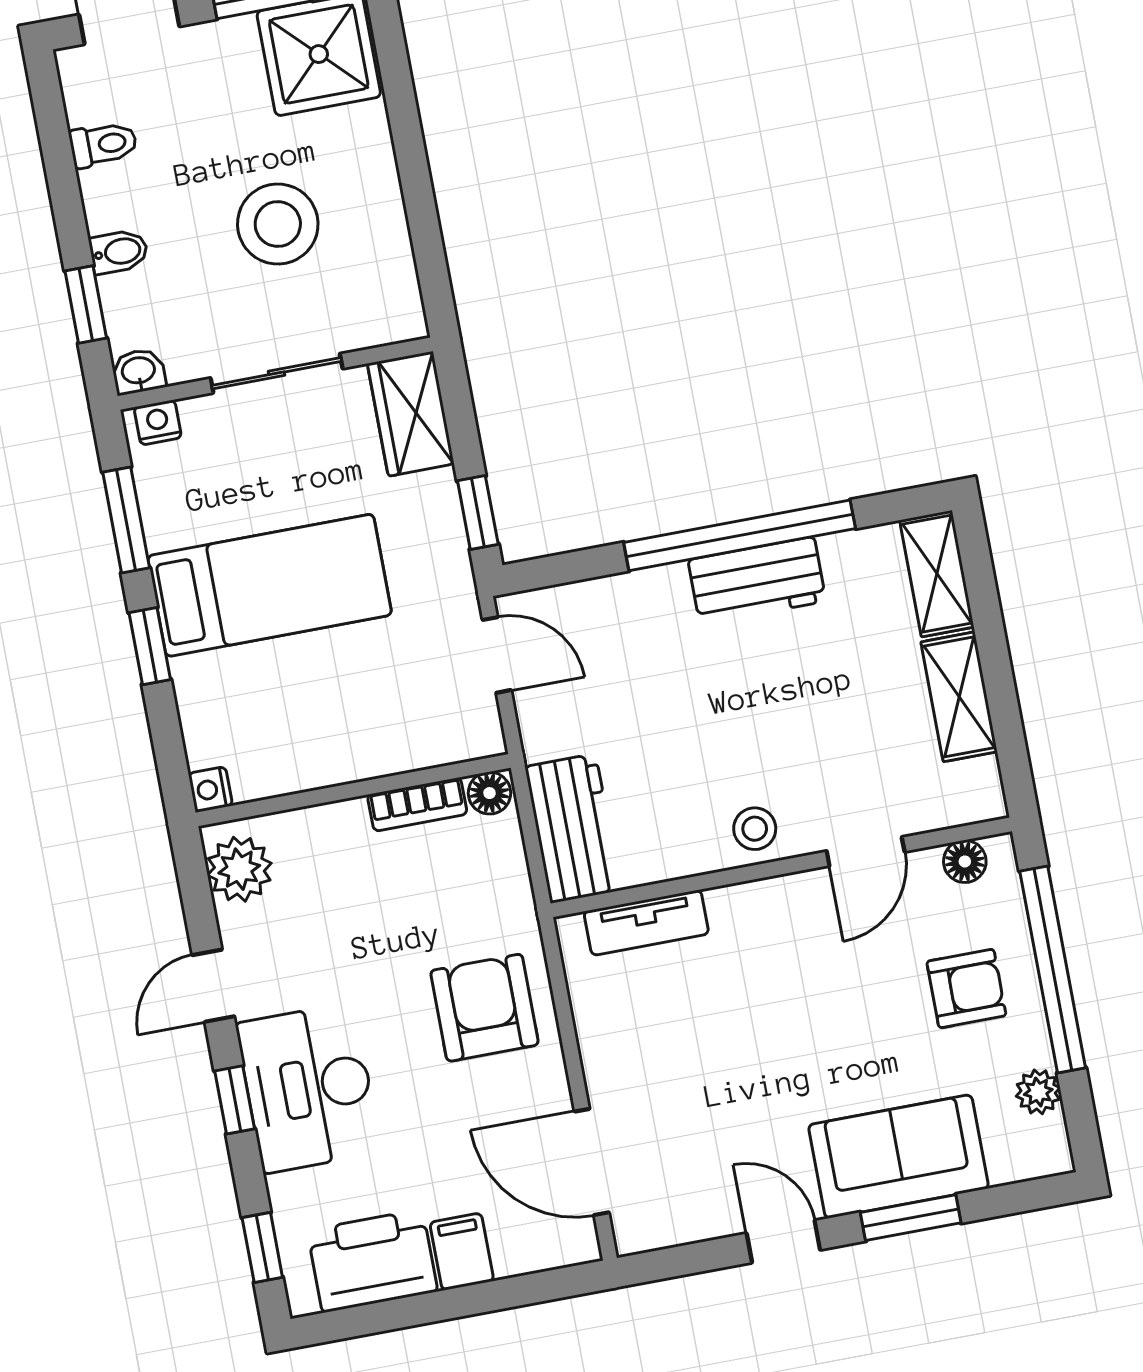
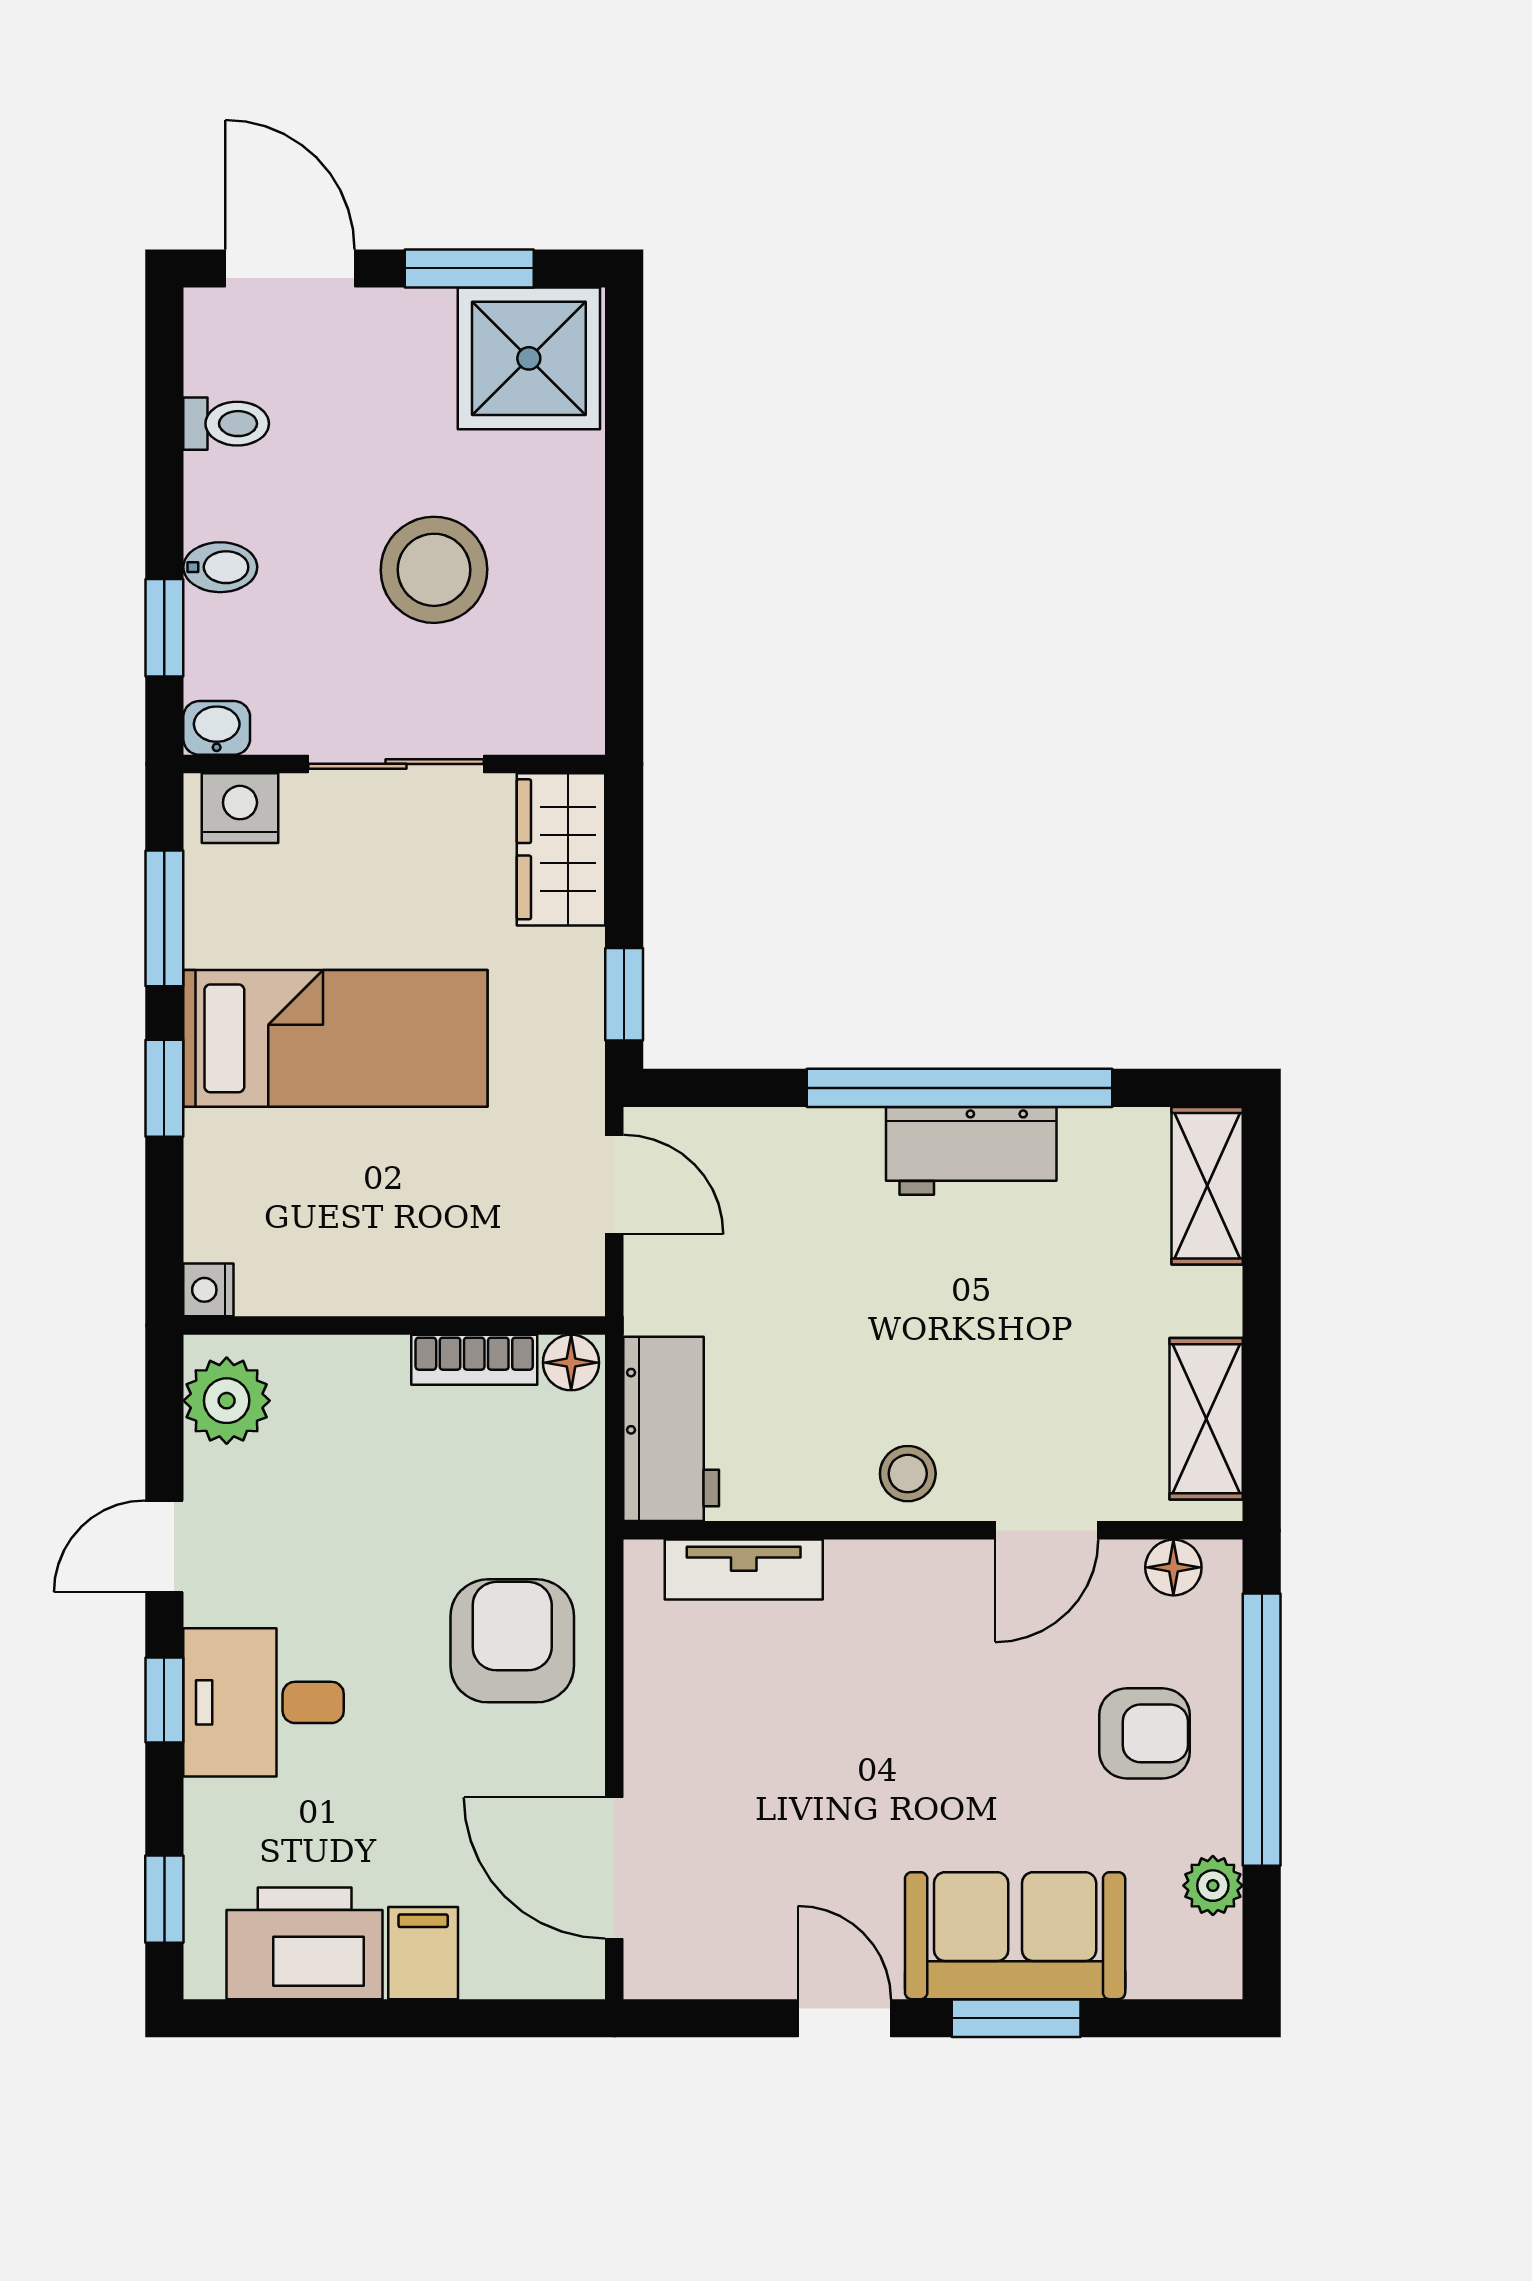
nightstand: (158, 422) -> (240, 808), width x1.39, depth x1.35
shelving: (959, 697) -> (1206, 1419), moved
desk: (309, 1088) -> (263, 1702), width x0.73

